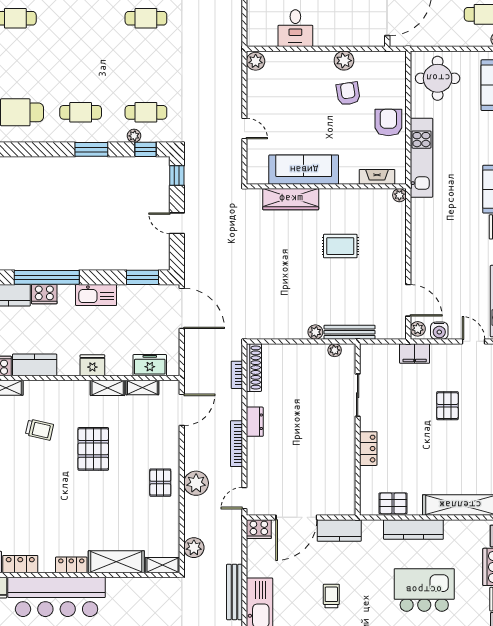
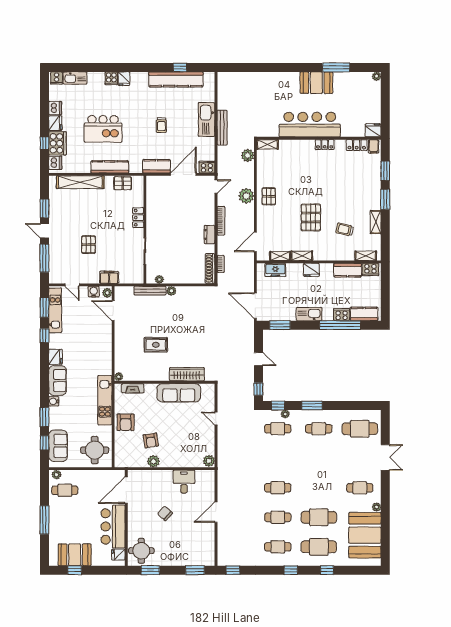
shelving: (116, 562) -> (296, 147), removed
bar counter: (57, 597) -> (310, 125), moved

